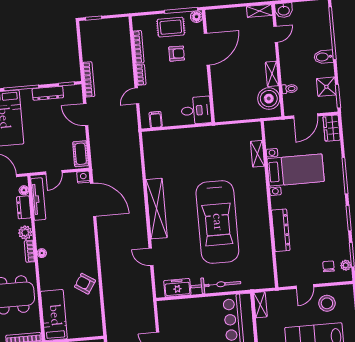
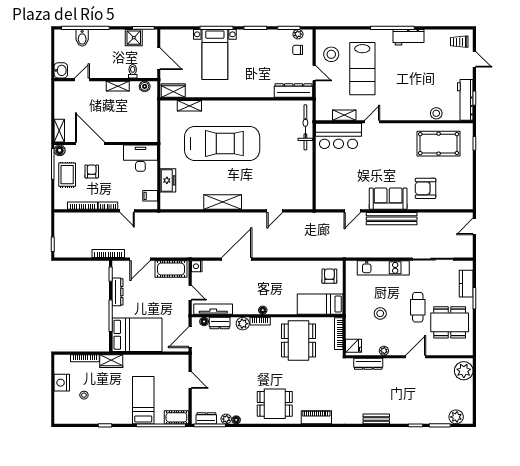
shelving: (259, 11) -> (59, 131), moved
door: (276, 34) -> (82, 80), hinge flipped
bidet: (324, 57) -> (82, 38), moved
boiler: (269, 99) -> (145, 86), width x0.54, depth x0.54
desk: (196, 110) -> (140, 158), width x1.37
wardrobe: (332, 128) -> (173, 91), moved, turned 180
cot: (81, 154) -> (171, 269), width x1.37, depth x1.34
bed with nightstands: (296, 170) -> (215, 54), moved, turned 180
door: (93, 200) -> (237, 259), moved
shelving: (157, 209) -> (223, 202), width x0.68
car: (217, 222) -> (222, 143), moved
dresser: (281, 230) -> (294, 91), moved
armchair: (85, 284) -> (329, 276), moved, turned 147
bicycle: (216, 285) -> (305, 127), moved
freezer: (177, 288) -> (168, 180), moved, turned 180
shelving: (260, 305) -> (344, 115), moved

